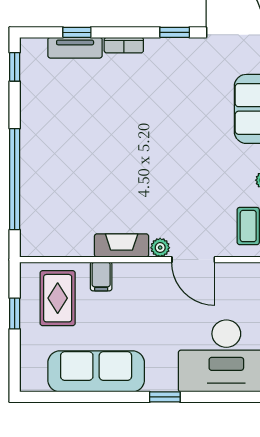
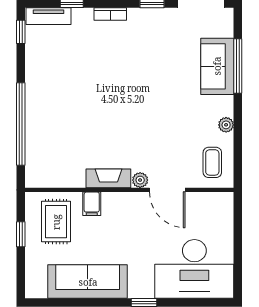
tv unit: (75, 48) -> (49, 16), moved

